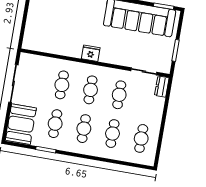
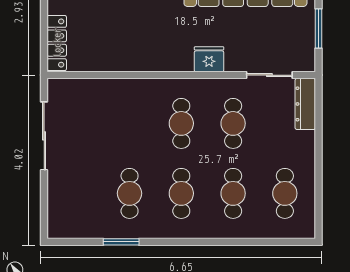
locker: (29, 33) -> (57, 43), added
fridge: (91, 53) -> (209, 59), moved
cafe table: (62, 85) -> (130, 123), removed
dresser: (162, 87) -> (305, 104), width x1.44
booth: (21, 124) -> (70, 205), removed

